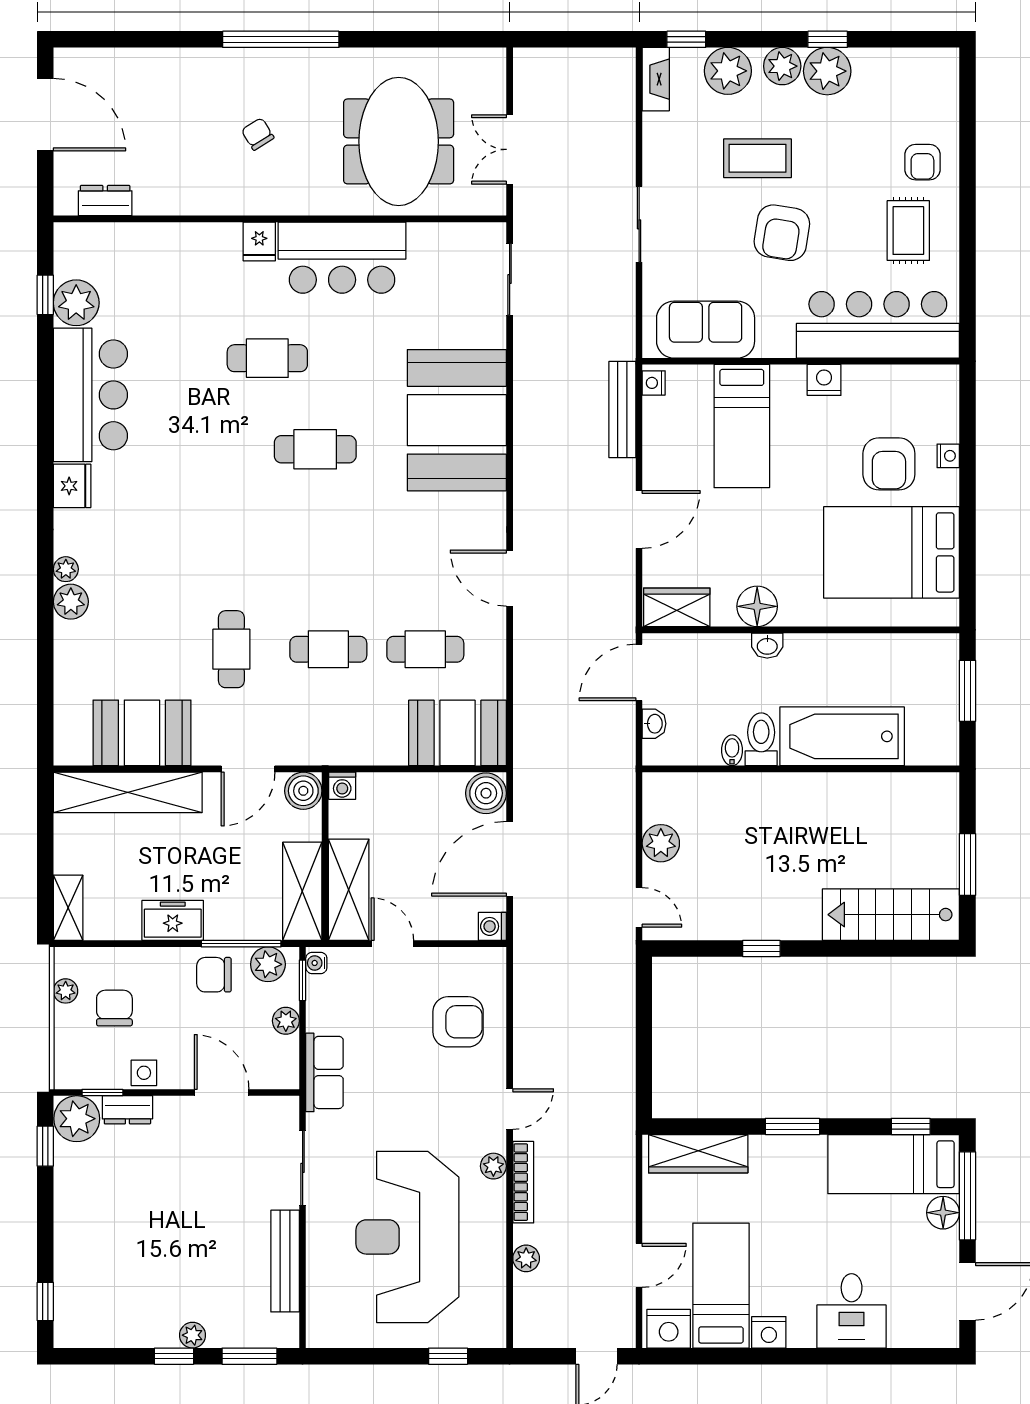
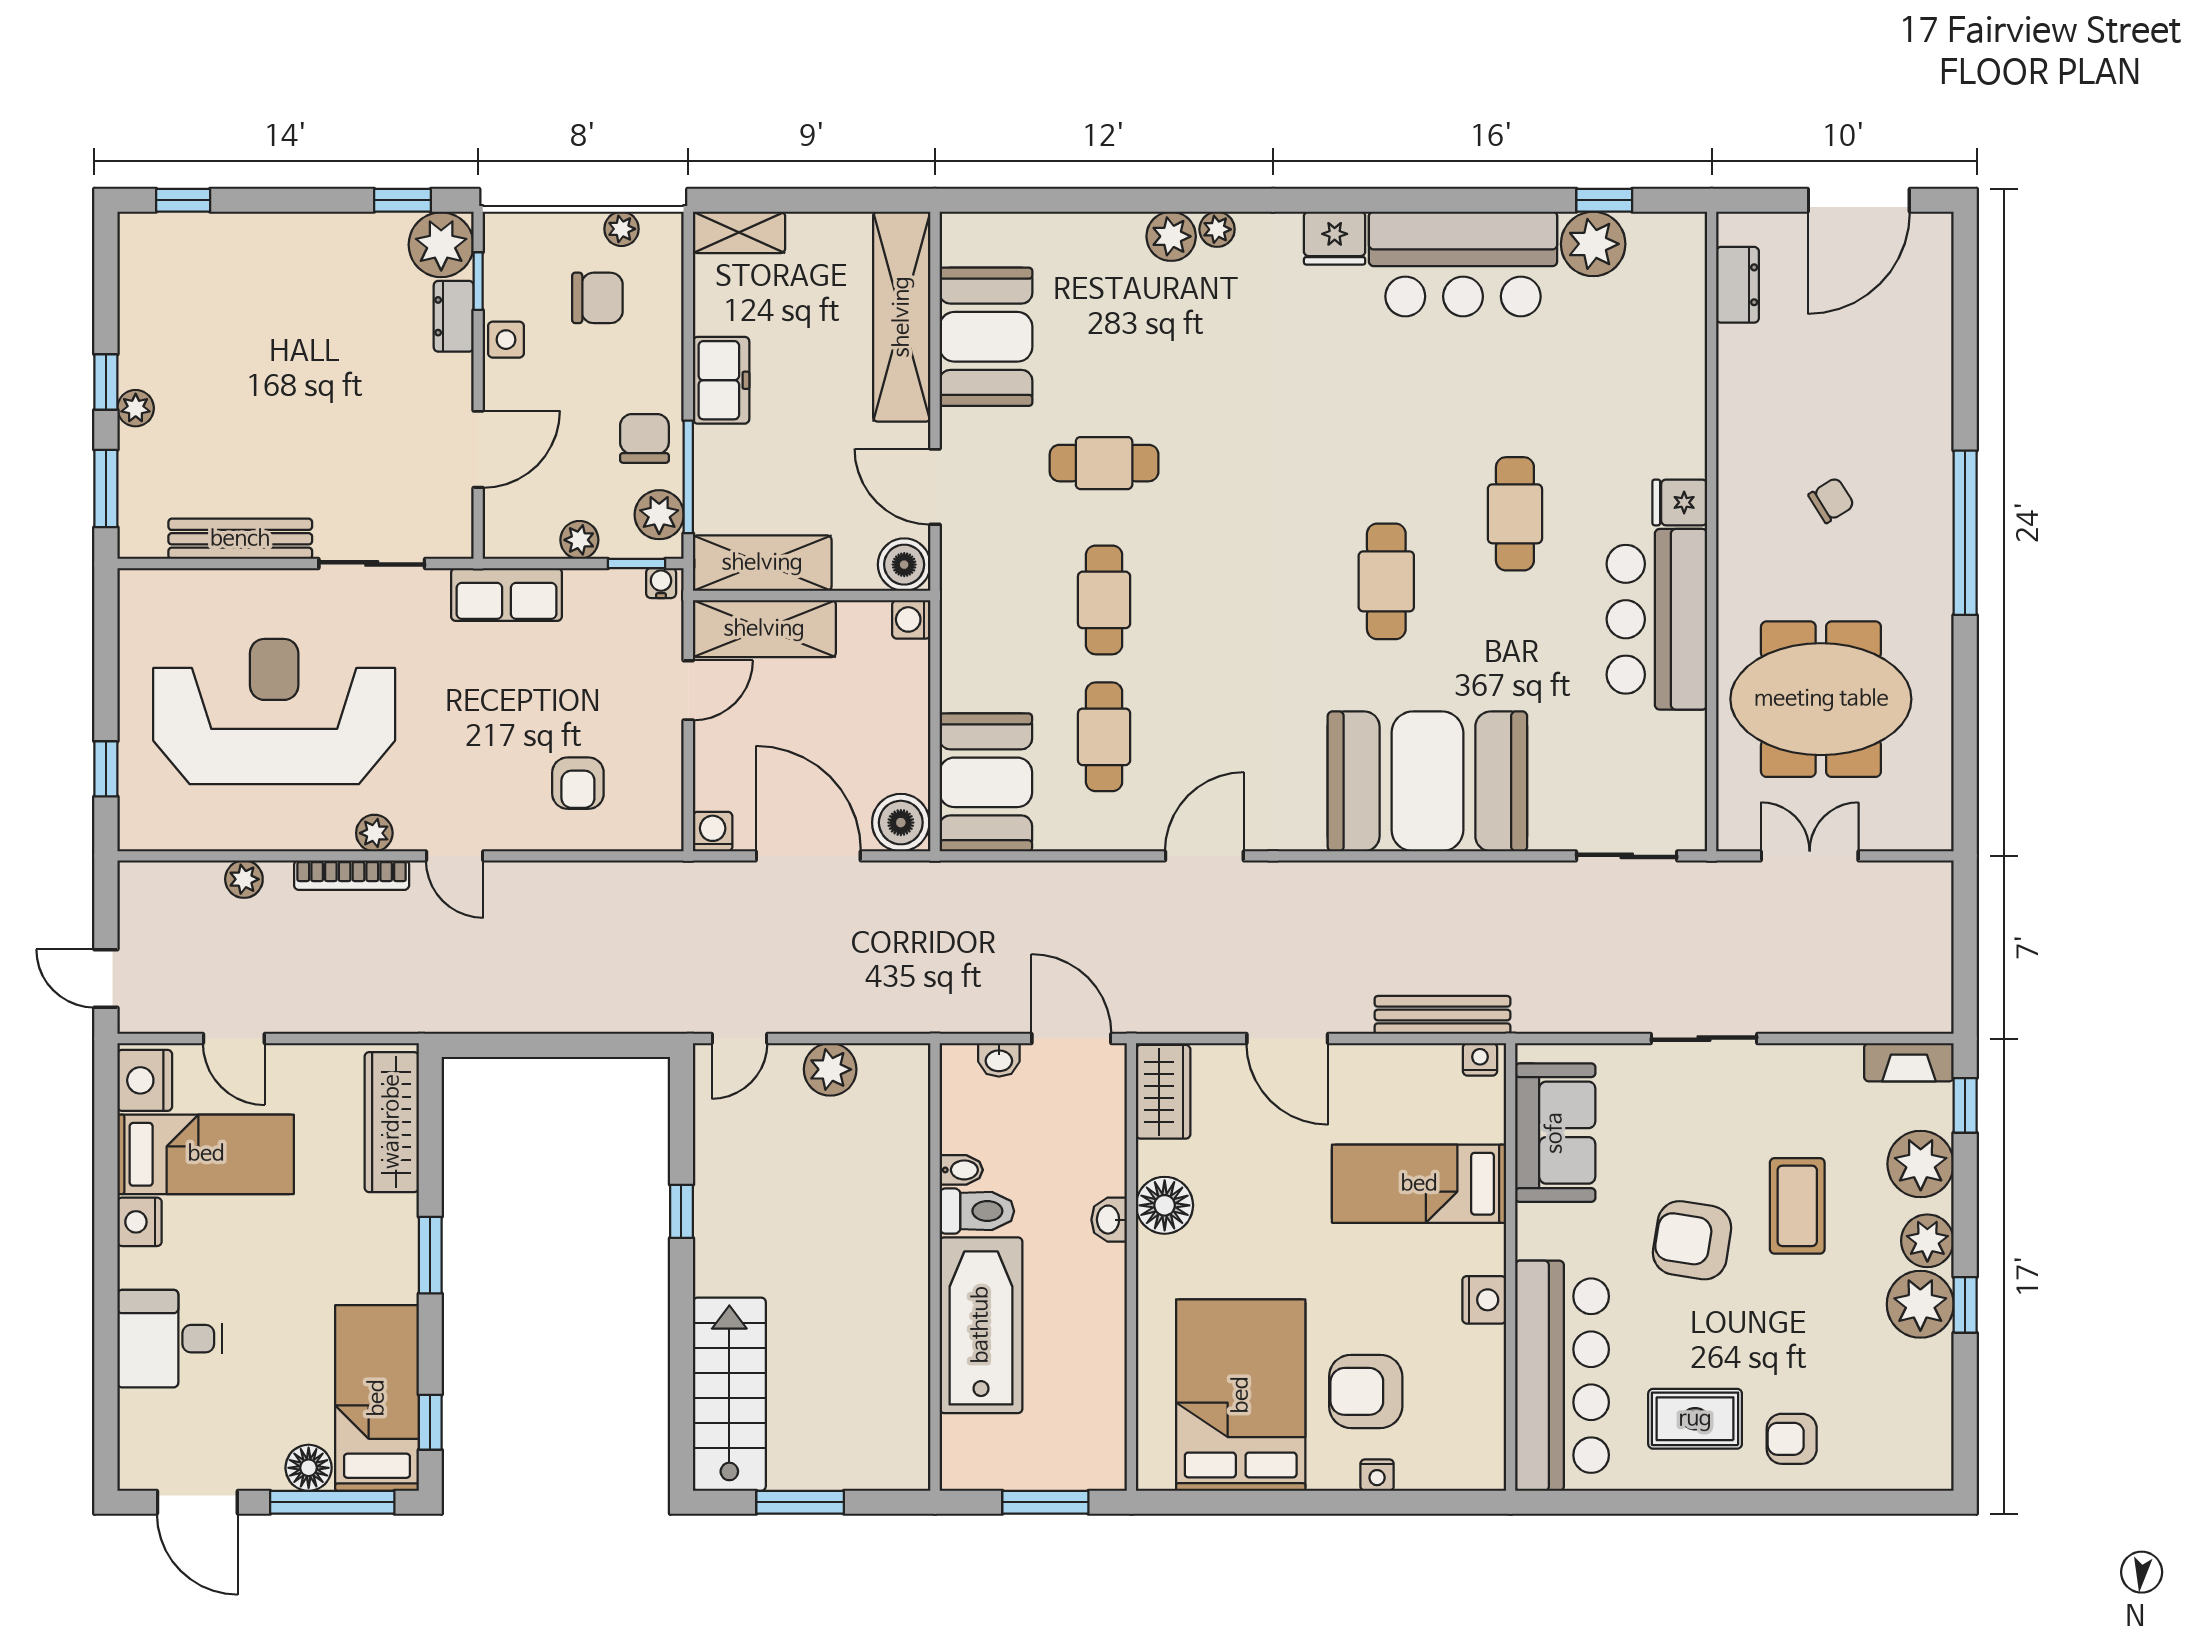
armchair: (458, 1022) -> (578, 783), width x0.72, depth x0.72

